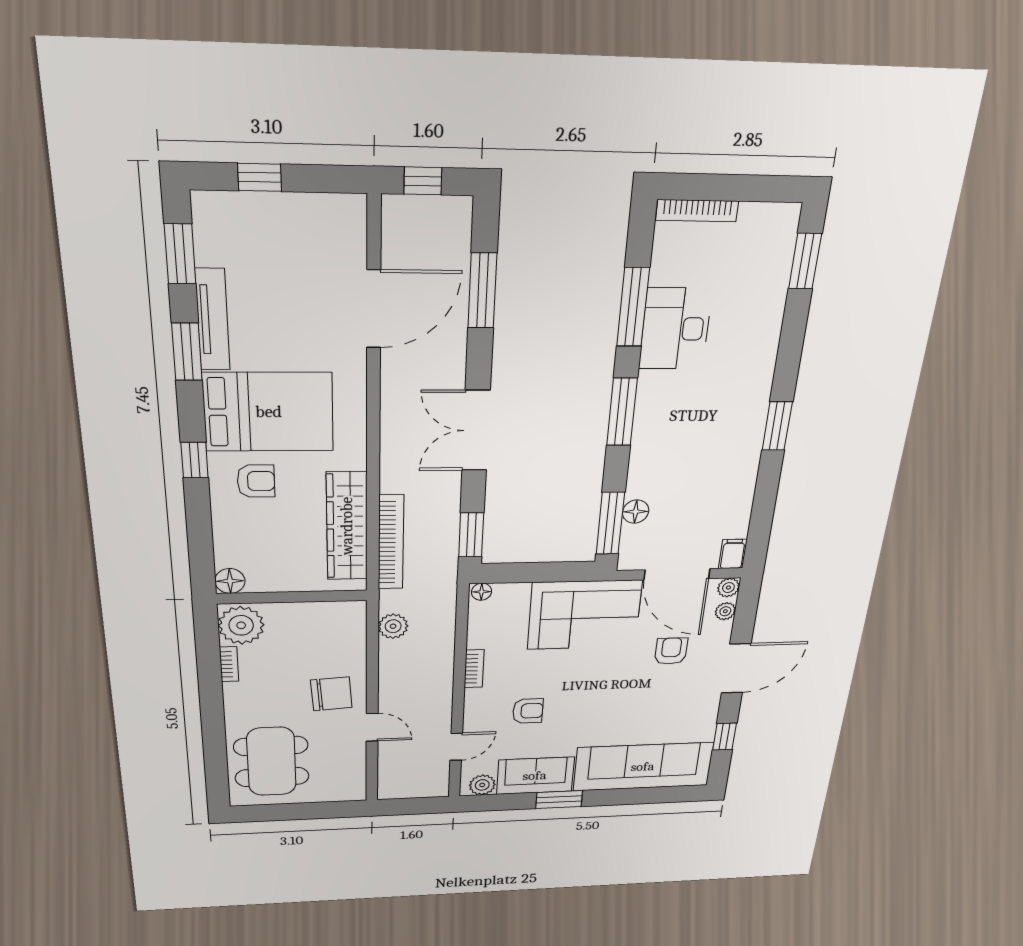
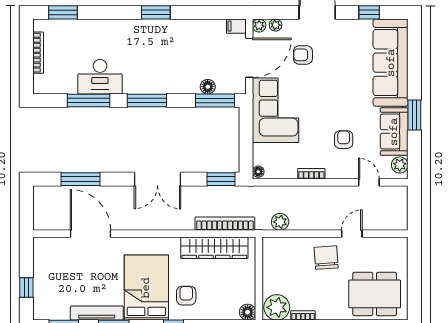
window: (423, 181) -> (26, 210), removed
bookcase: (697, 211) -> (38, 53), moved

